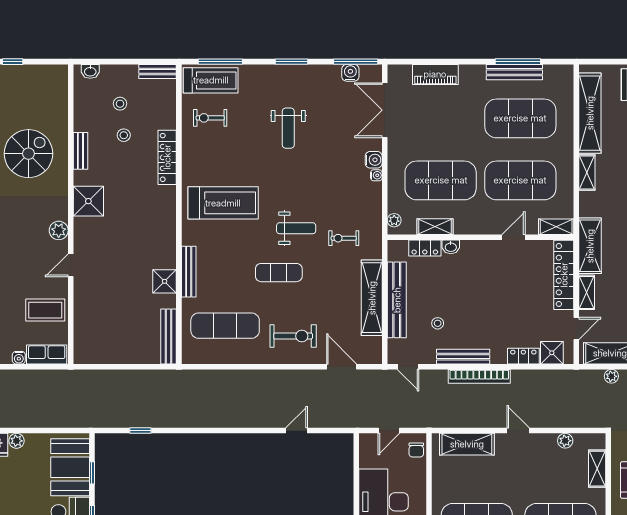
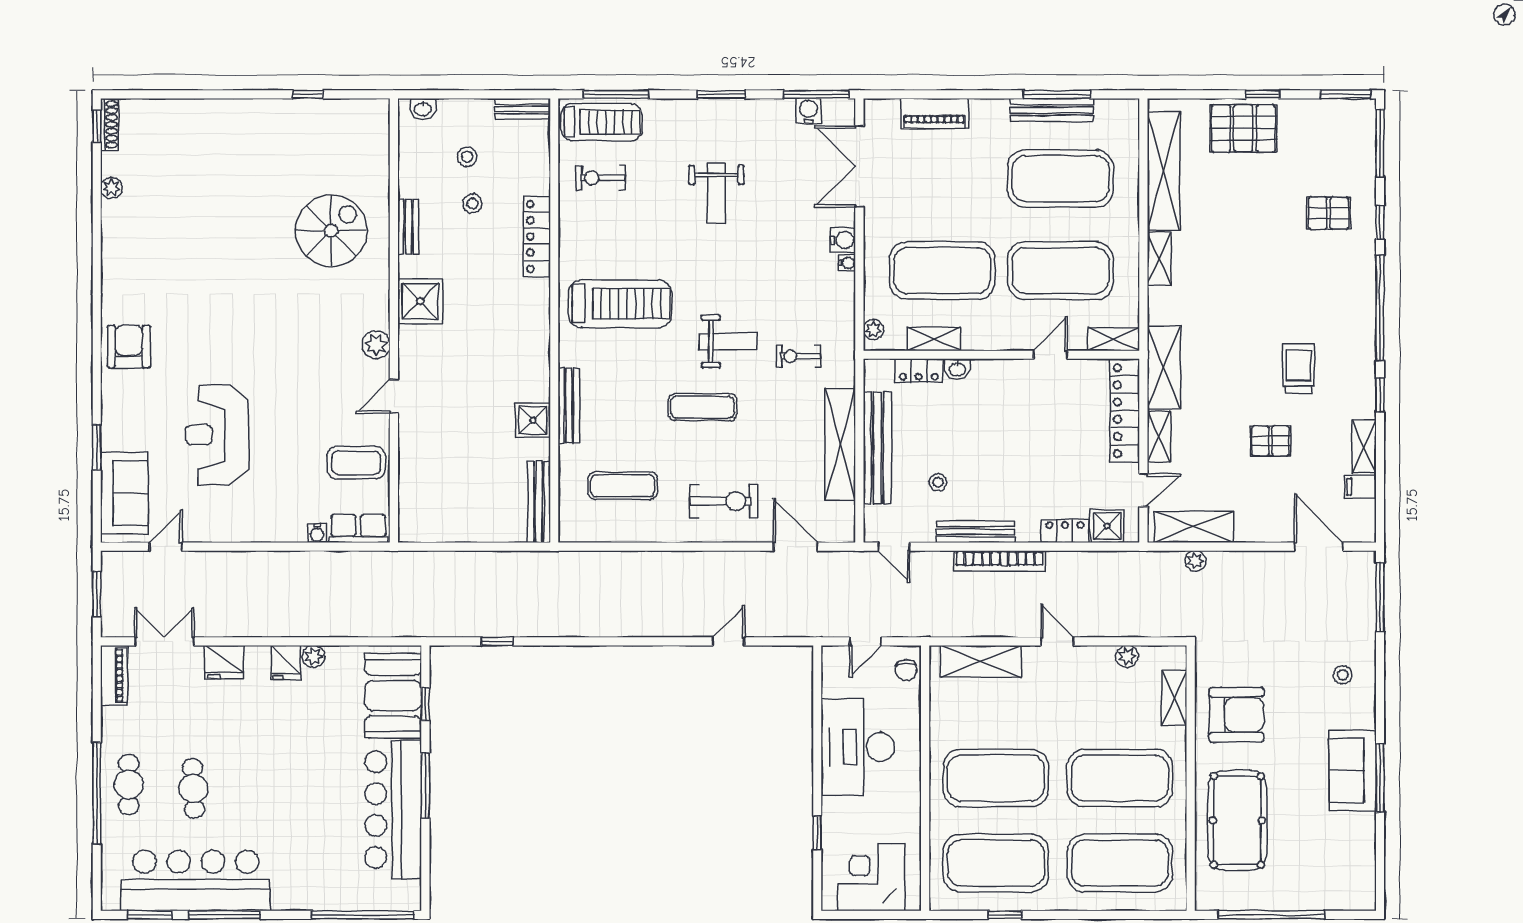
exercise mat: (225, 326) -> (623, 486), width x0.73, depth x0.69

